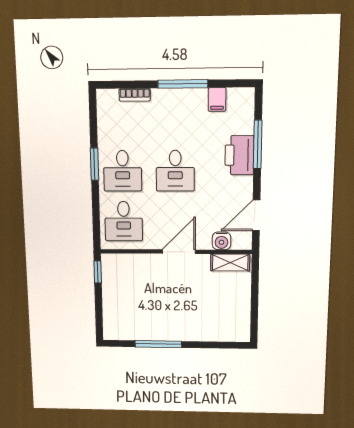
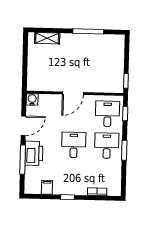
window: (183, 84) -> (68, 197), width x0.46
door: (256, 215) -> (23, 126), moved
window: (96, 222) -> (125, 114), added
water cooler: (222, 241) -> (32, 99), moved
shelving: (230, 263) -> (47, 38), moved

